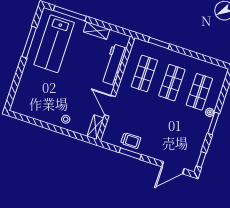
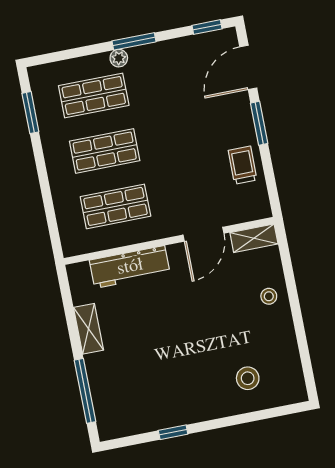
window: (29, 42) -> (173, 432), width x0.46
window: (159, 43) -> (30, 113), moved
lab bench: (54, 44) -> (152, 389), removed
stool: (34, 89) -> (248, 378), added
window: (130, 154) -> (259, 123), moved
door: (173, 168) -> (248, 67), swing flipped

